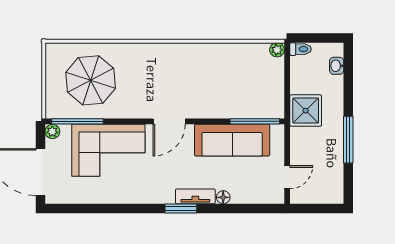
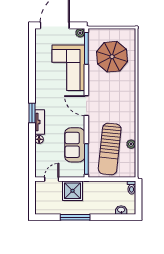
plant: (277, 50) -> (131, 144), moved
sun lounger: (239, 84) -> (110, 149), added
shower: (306, 111) -> (73, 191), moved
sofa: (232, 140) -> (75, 145), width x0.73
door: (287, 177) -> (52, 179), swing flipped

